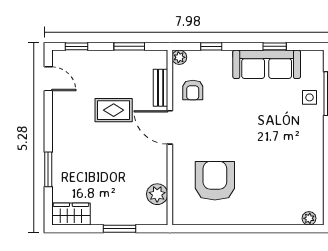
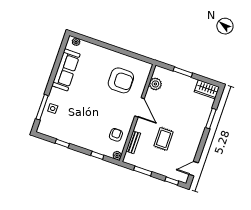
sofa: (267, 64) -> (66, 70), moved, turned 90
door: (48, 79) -> (194, 169), hinge flipped
rug: (114, 110) -> (164, 139), turned 90
door: (170, 127) -> (140, 107), moved
armchair: (215, 181) -> (121, 80), turned -90

